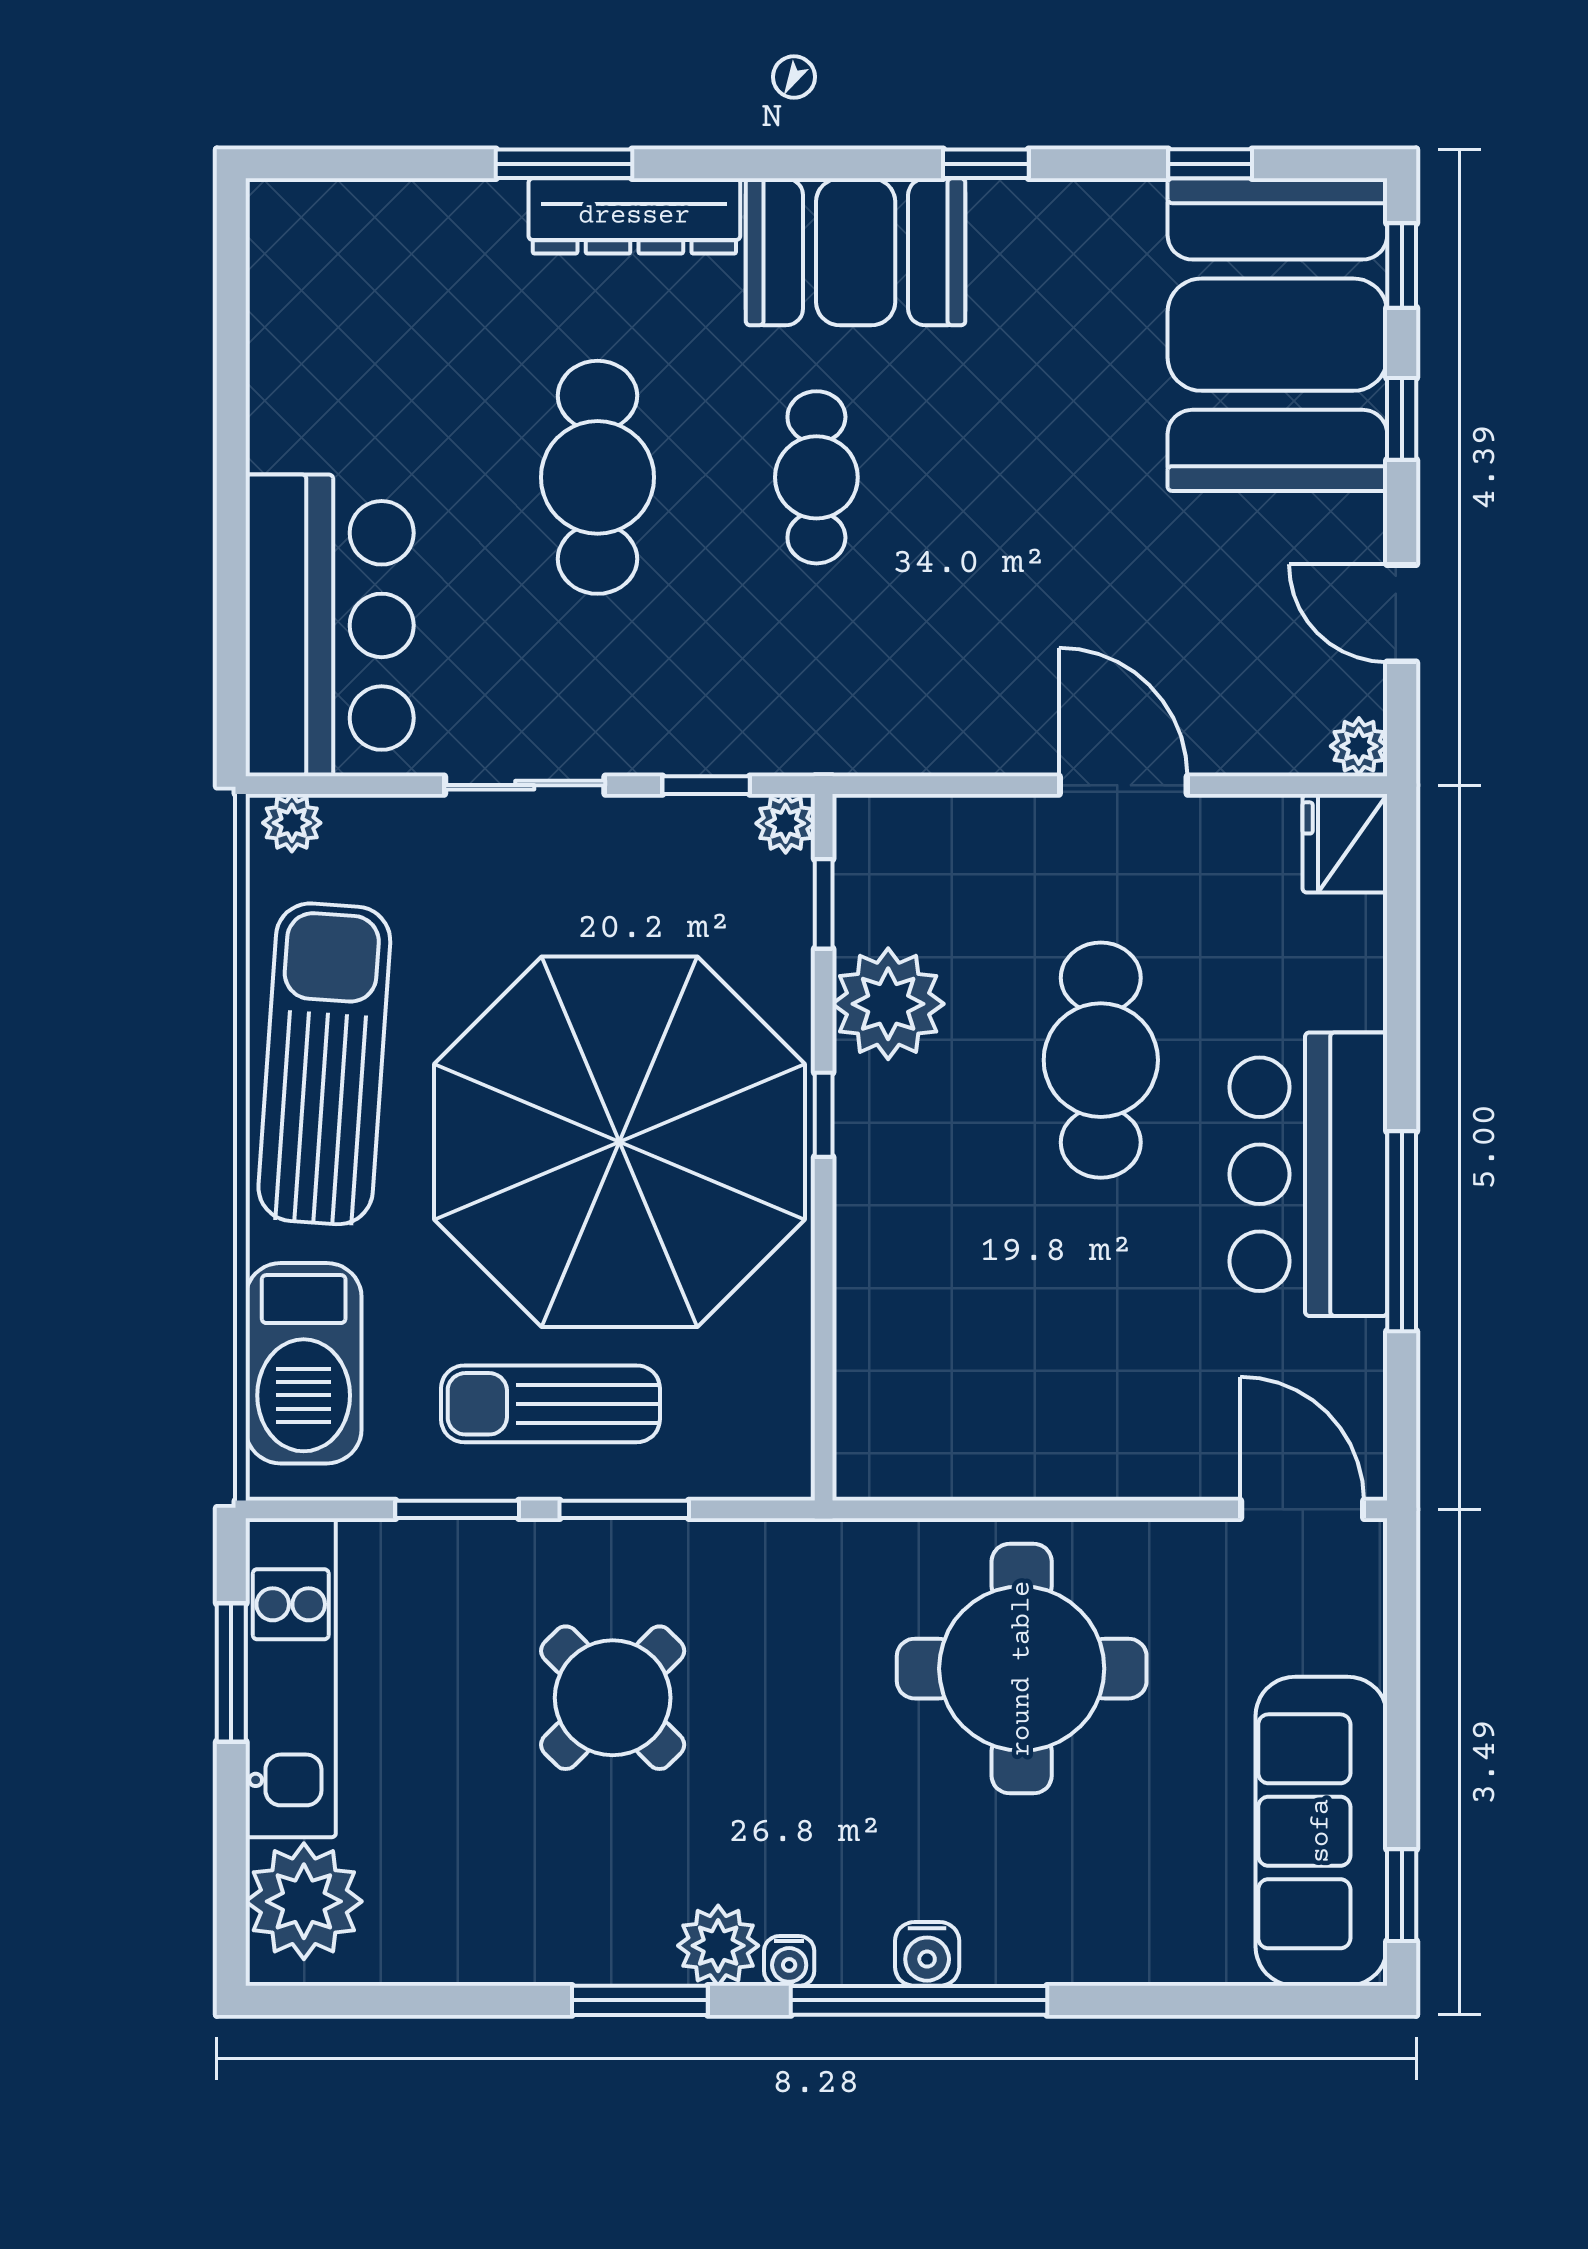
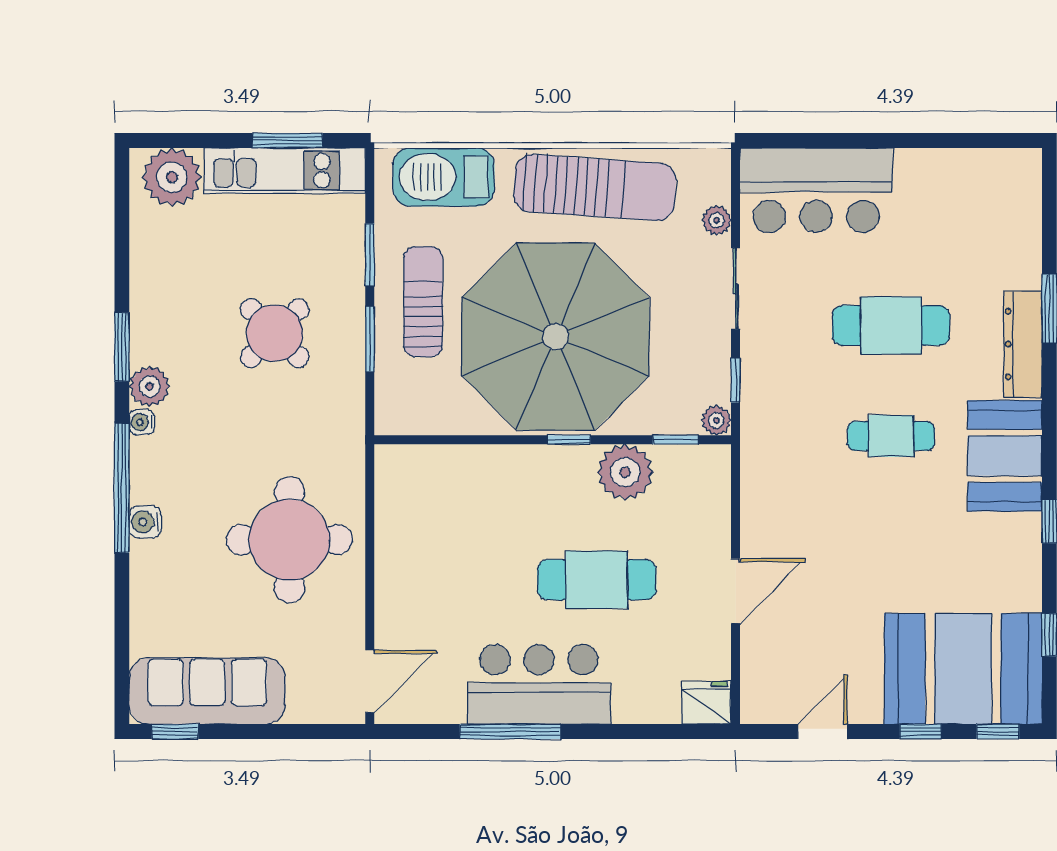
plant: (1359, 746) -> (755, 710), removed
plant: (292, 823) -> (717, 220), moved
water cooler: (927, 1954) -> (145, 522), moved

